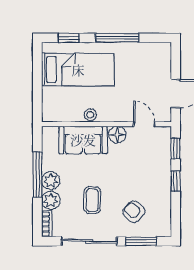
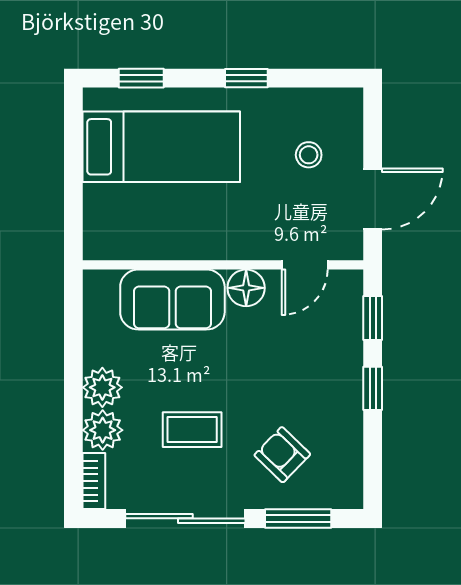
window: (117, 38) -> (246, 78), width x0.46
stool: (90, 115) -> (309, 155), moved
door: (144, 124) -> (305, 265), swing flipped
window: (37, 175) -> (73, 374), removed
coffee table: (92, 200) -> (192, 430), turned 90

